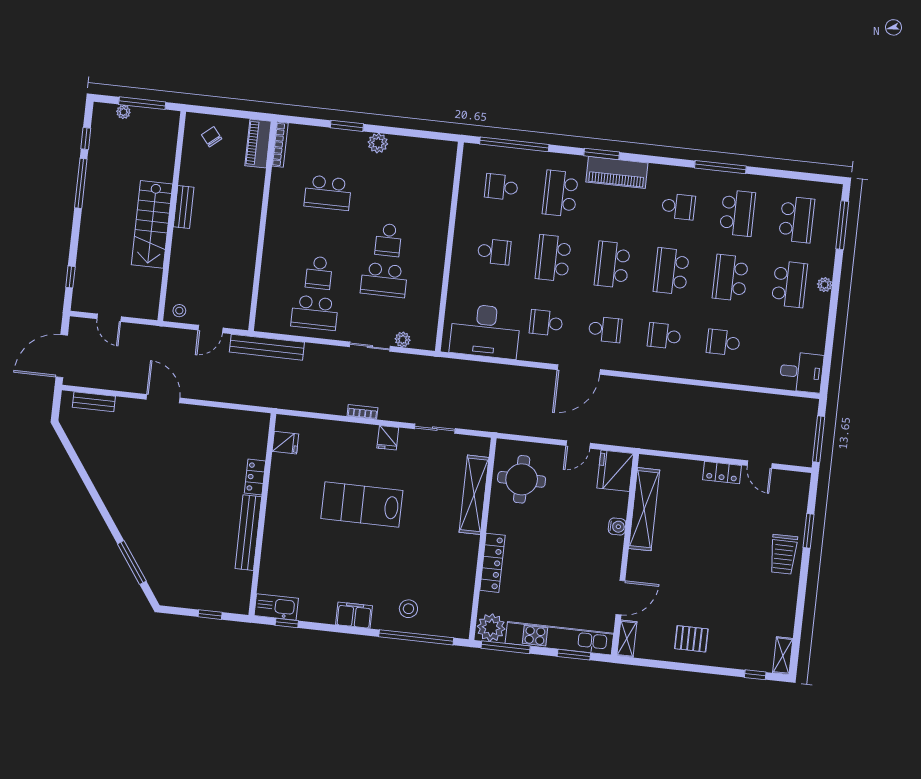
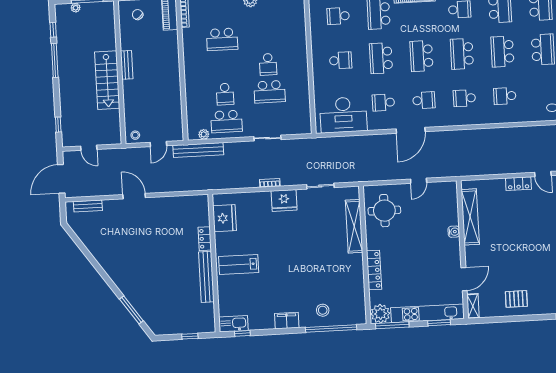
plant: (403, 340) -> (204, 134), moved
fridge: (388, 438) -> (284, 200), width x1.88, depth x1.34
fridge: (285, 443) -> (225, 218), width x1.88, depth x1.34
fridge: (615, 471) -> (446, 194), removed
lab bench: (362, 504) -> (239, 264), moved, width x0.73, depth x0.72

